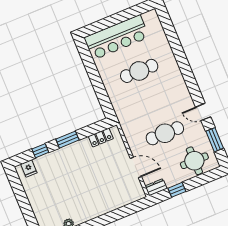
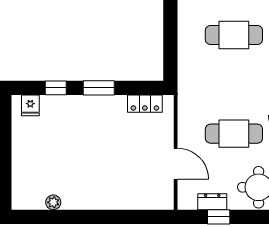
dresser: (156, 187) -> (212, 202), moved

